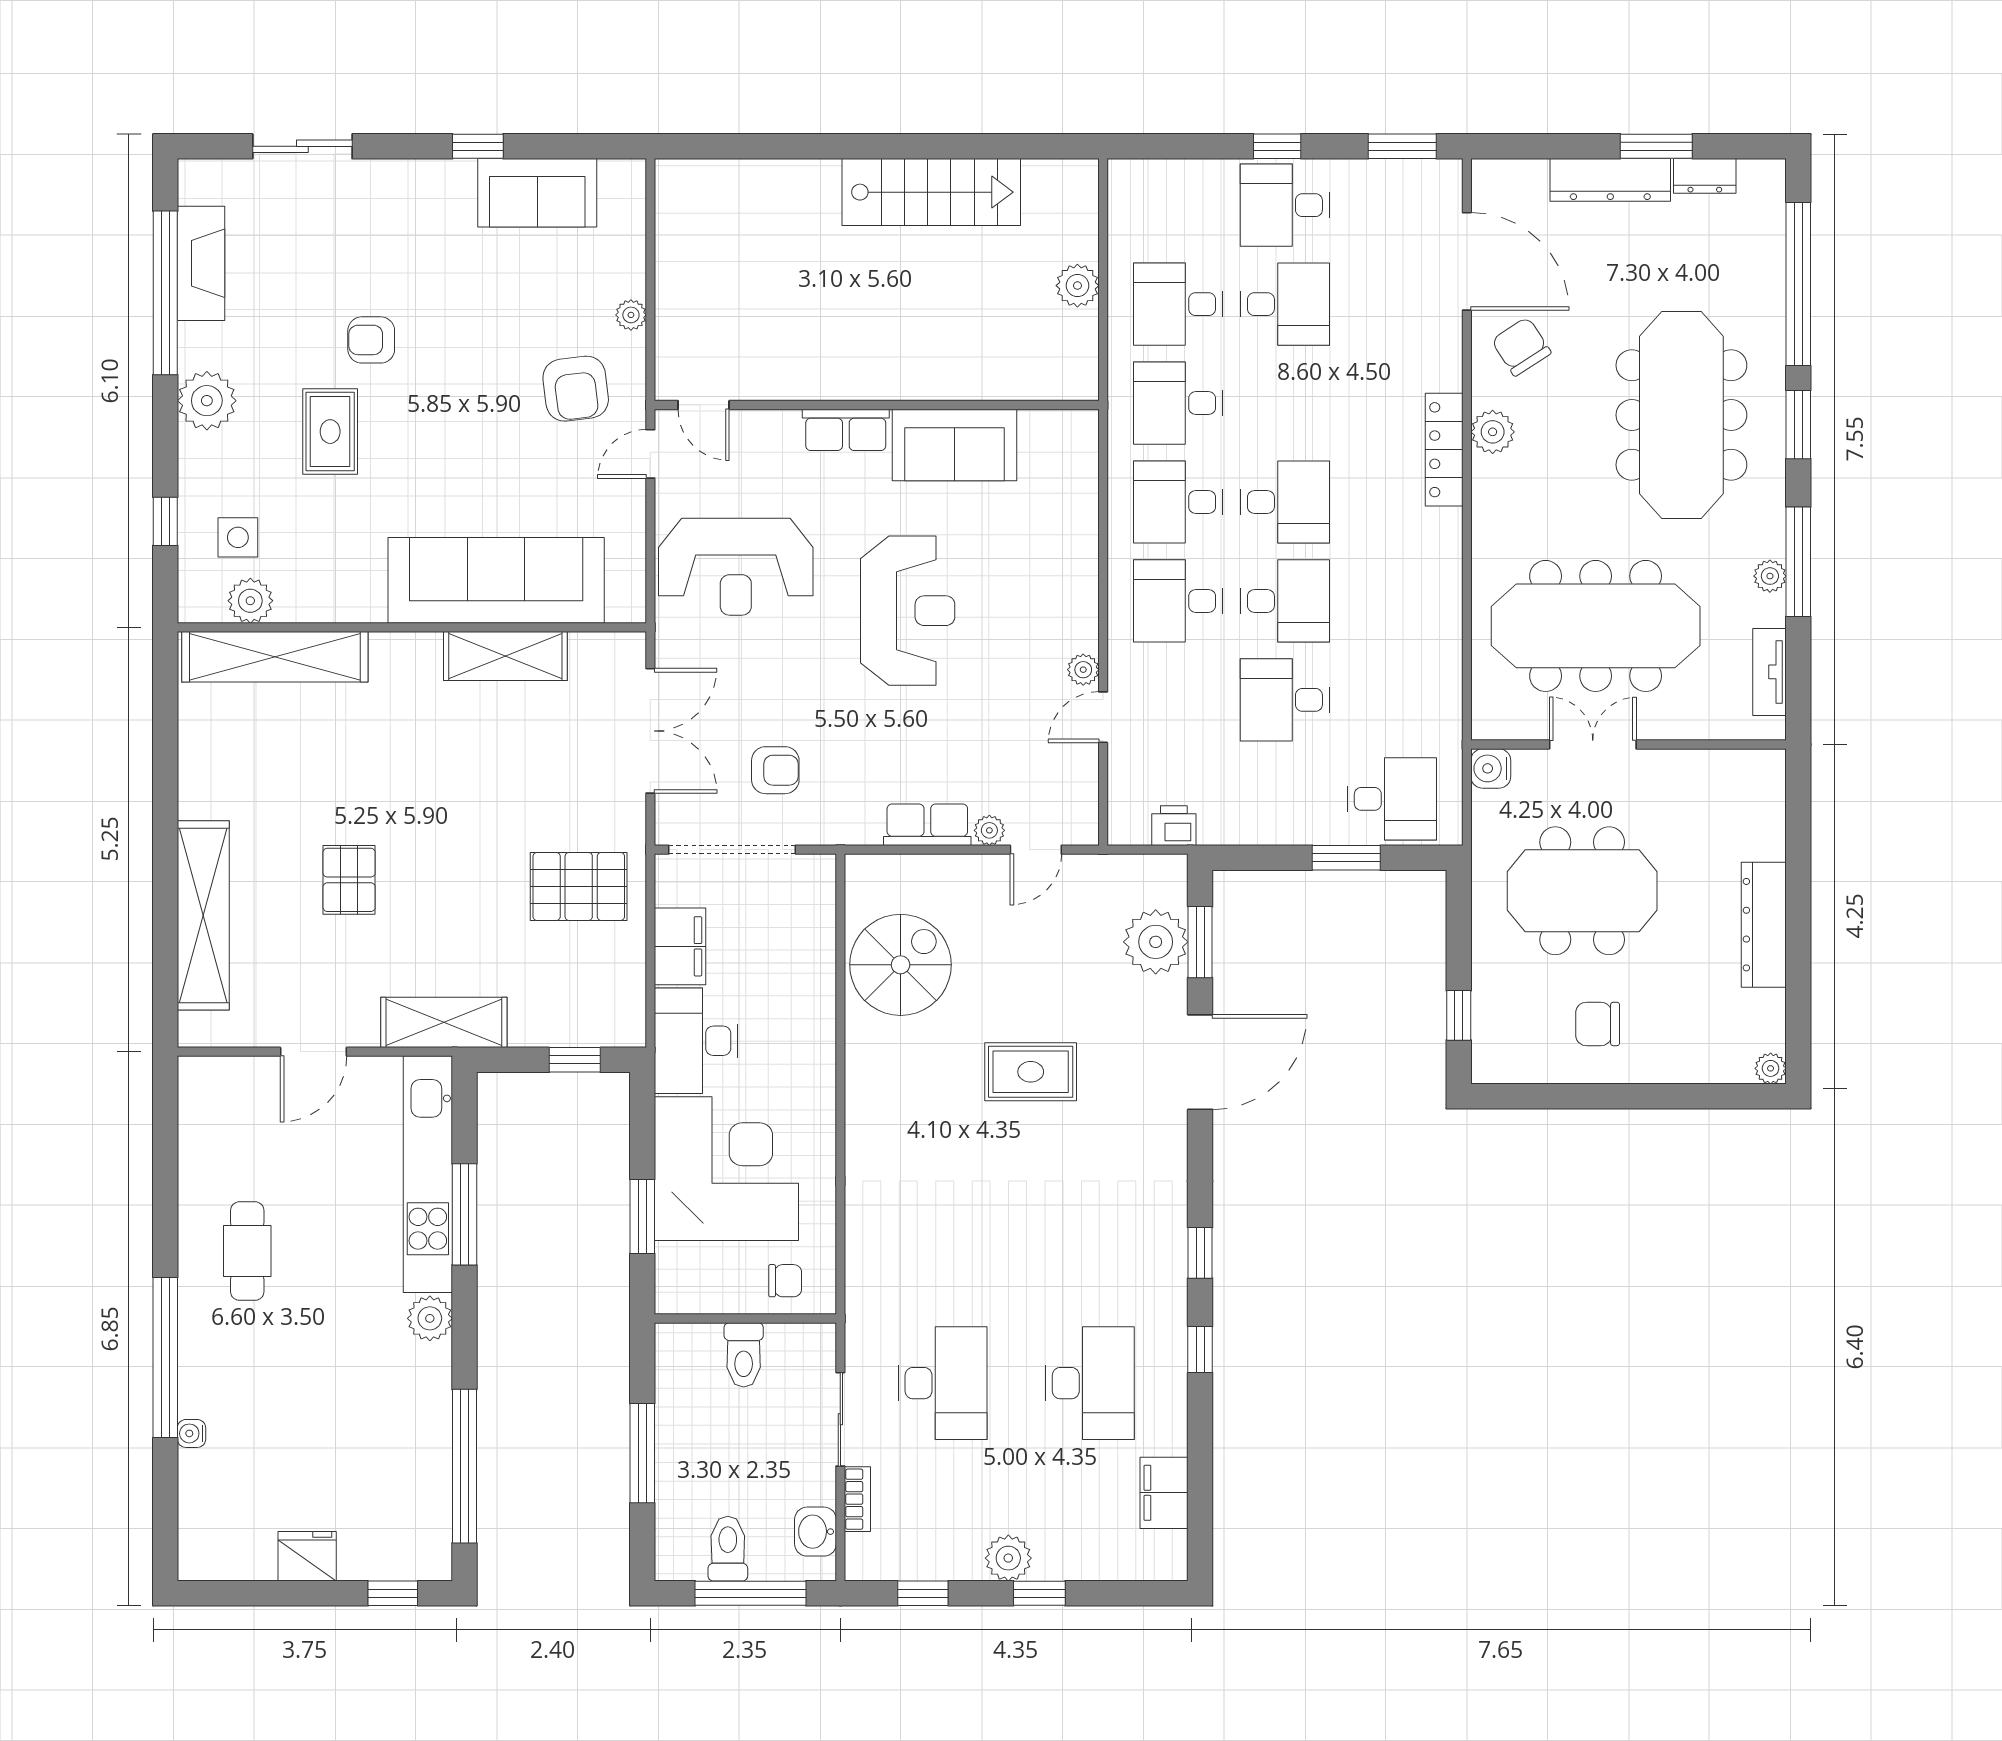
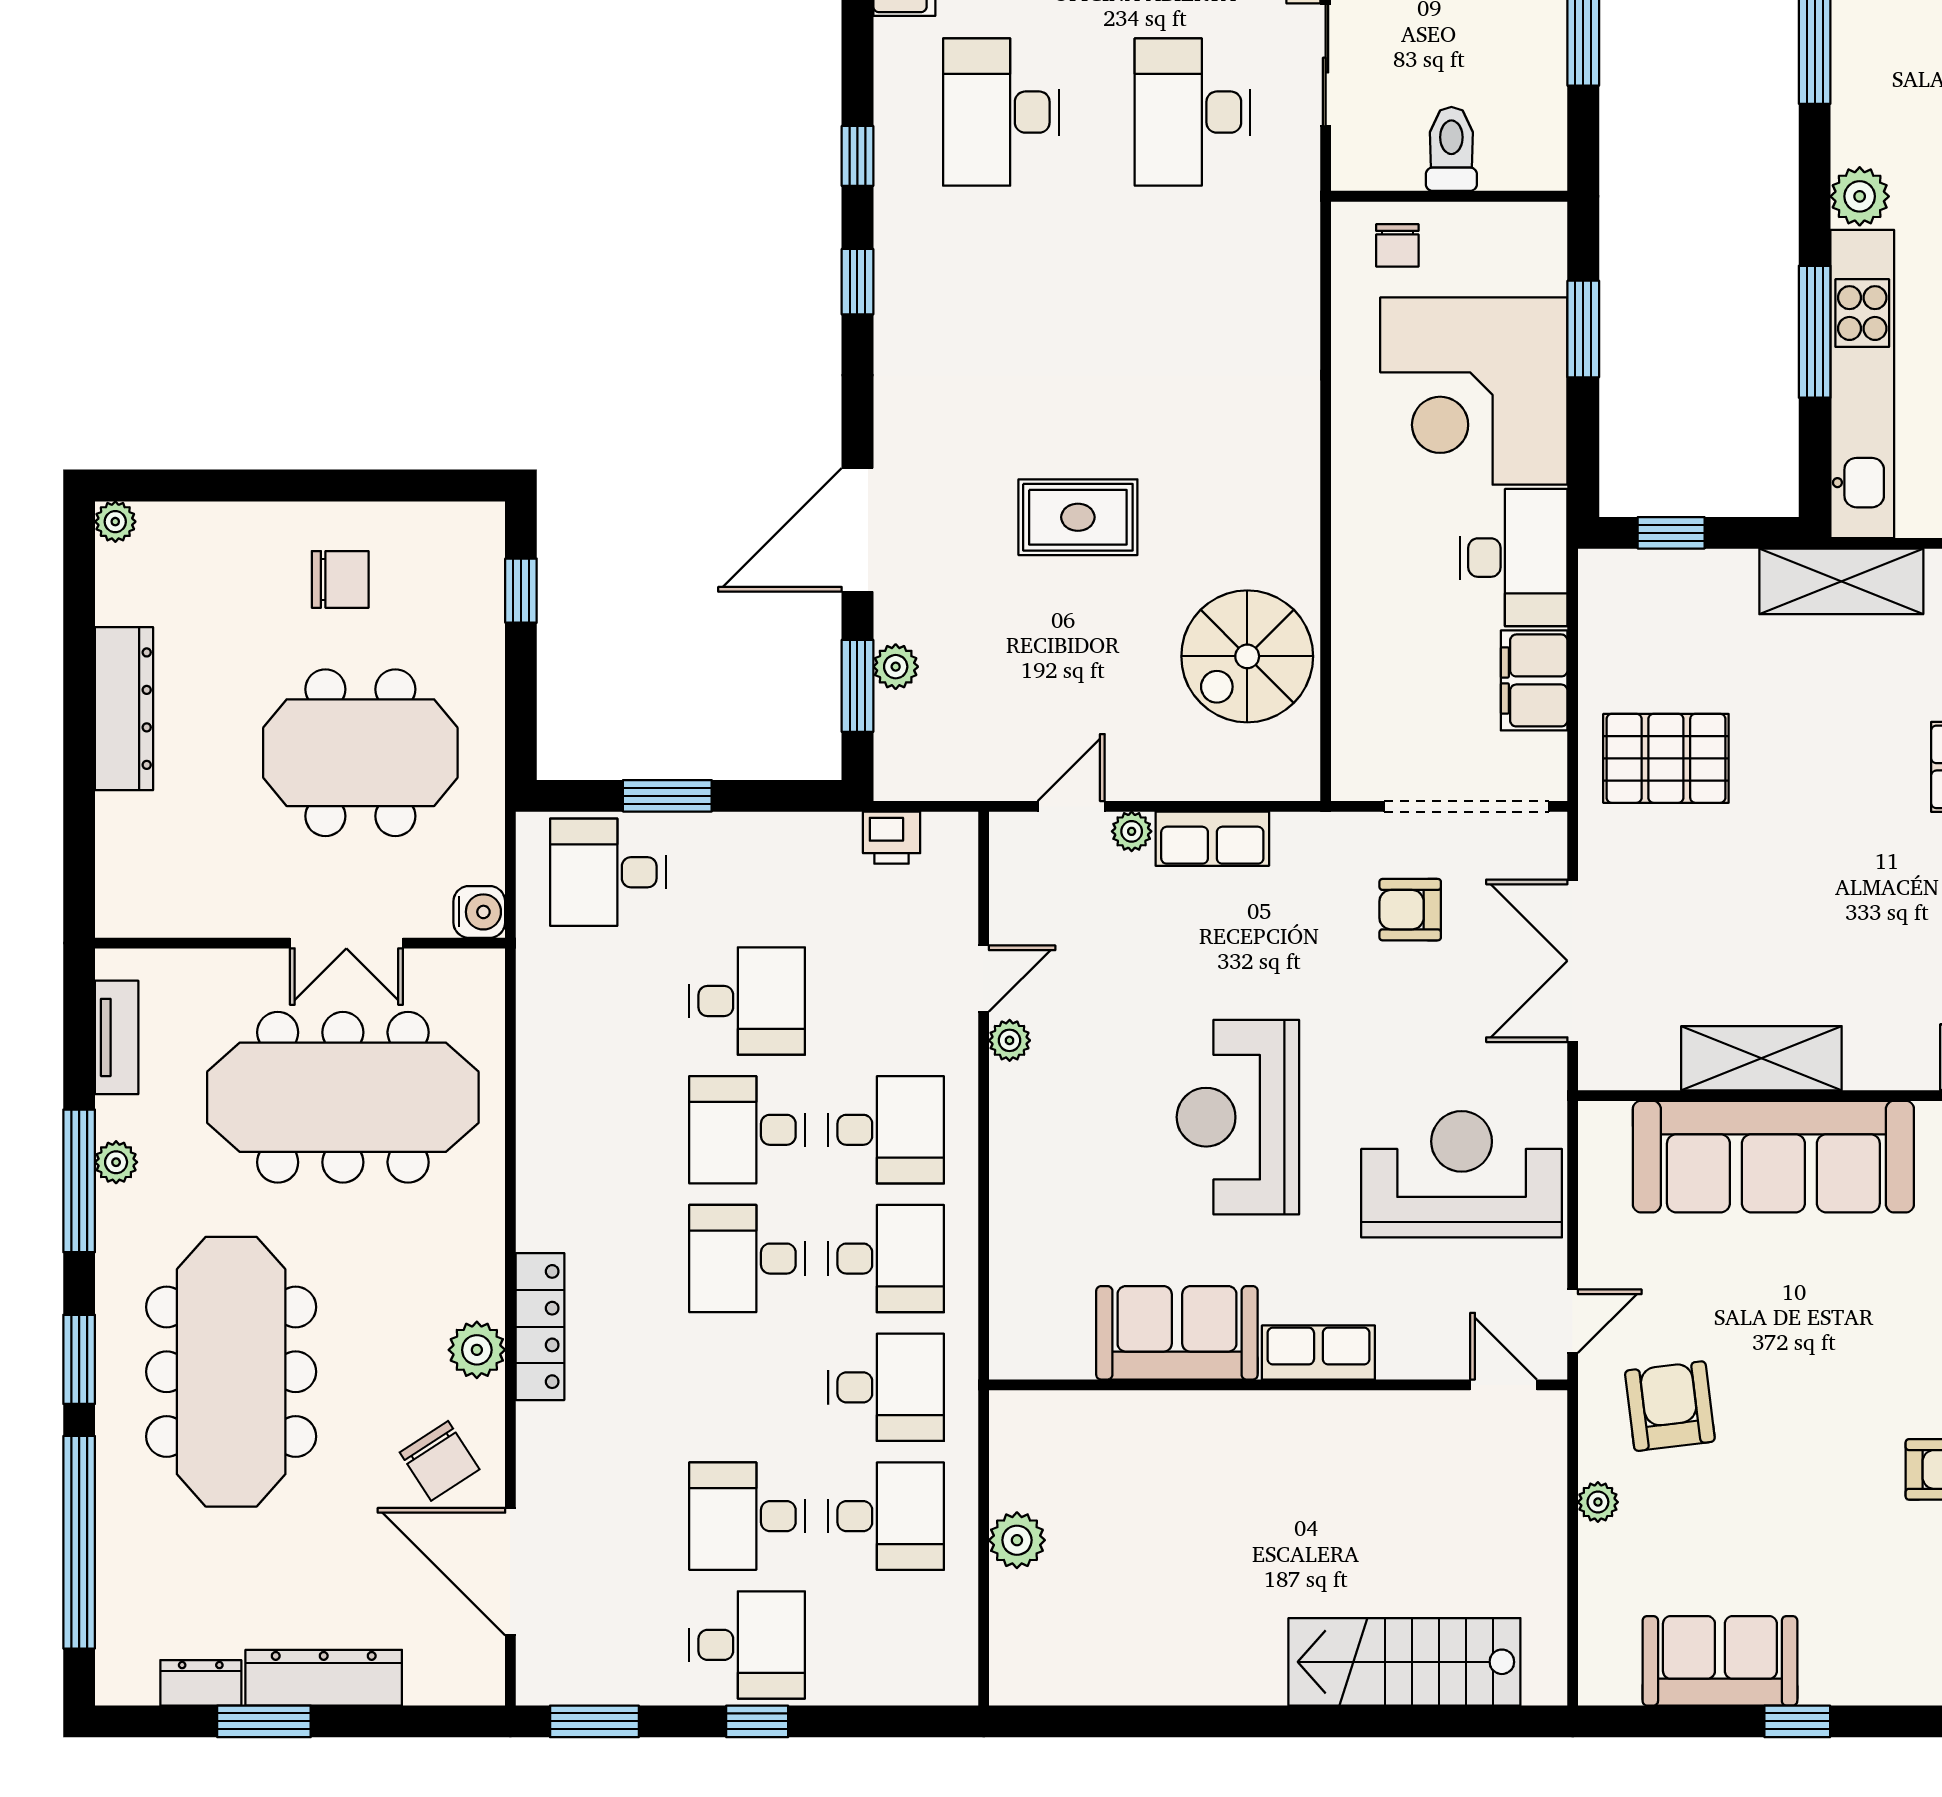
stairs: (931, 192) -> (1404, 1662), moved
plant: (1156, 942) -> (896, 667), width x0.53, depth x0.53
chair: (785, 1281) -> (1397, 245), turned -90

